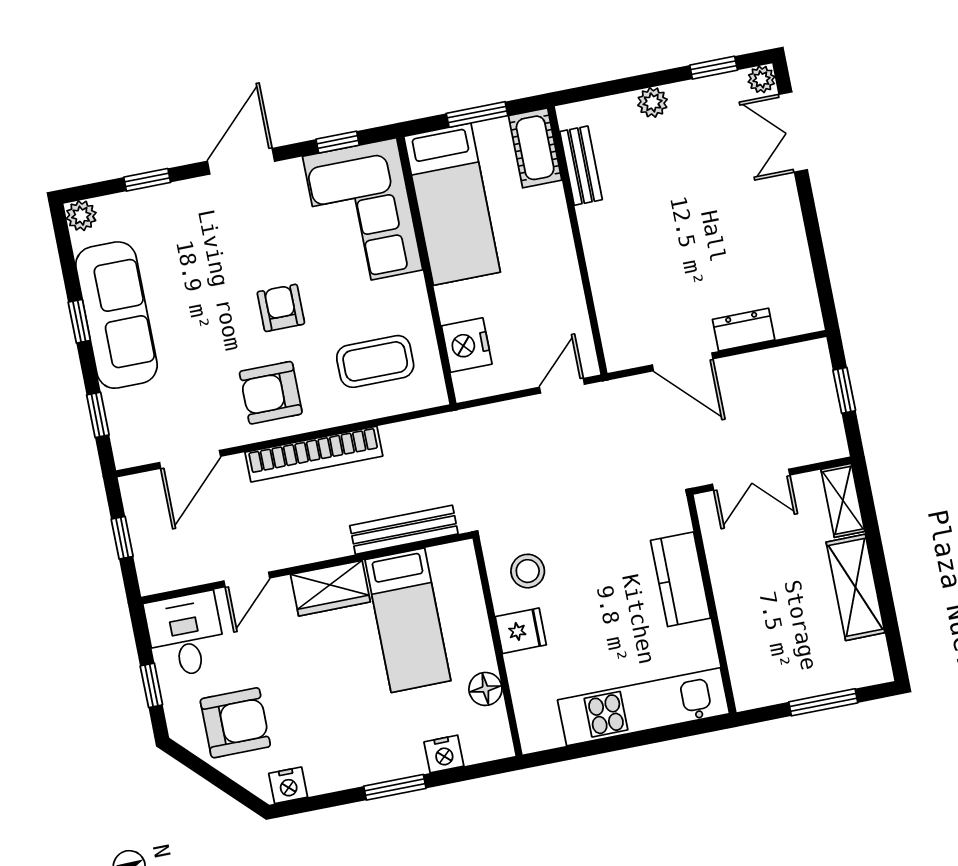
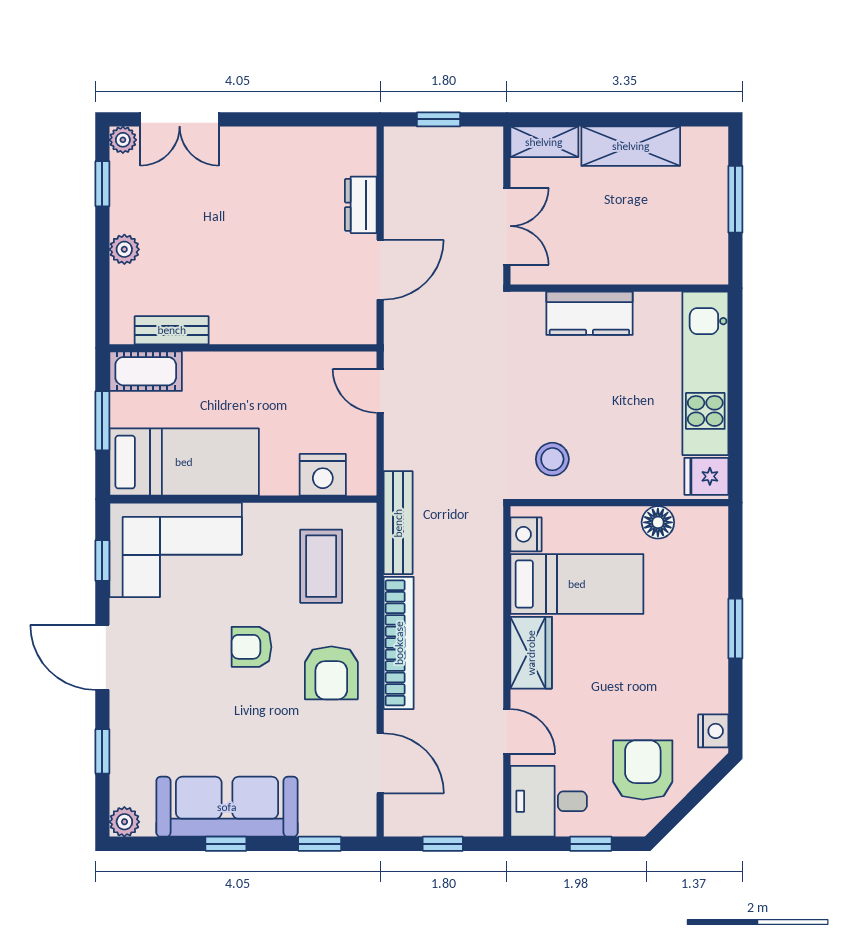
bench: (404, 530) -> (398, 523), moved
fridge: (521, 631) -> (706, 476), moved, turned -90
nightstand: (444, 754) -> (526, 534), moved, turned 180

